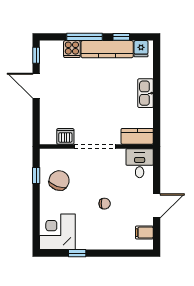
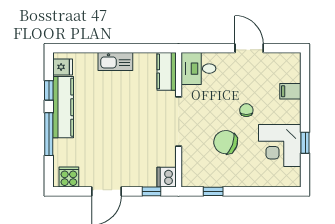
cooker: (72, 49) -> (69, 177), moved, turned -90
window: (36, 55) -> (151, 191), moved
dishwasher: (65, 136) -> (167, 177), moved
chair: (59, 181) -> (226, 142), moved
corner desk: (57, 232) -> (280, 145), moved
filing cabinet: (144, 233) -> (290, 91), moved, turned 90

